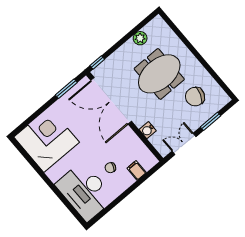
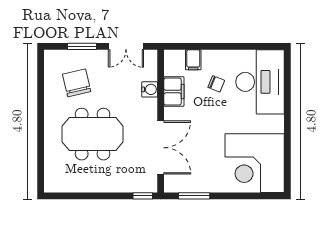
plant: (140, 38) -> (82, 184), removed
chair: (195, 97) -> (77, 83), turned -123
double door: (111, 101) -> (161, 148), width x0.73
filing cabinet: (132, 141) -> (174, 92), added

